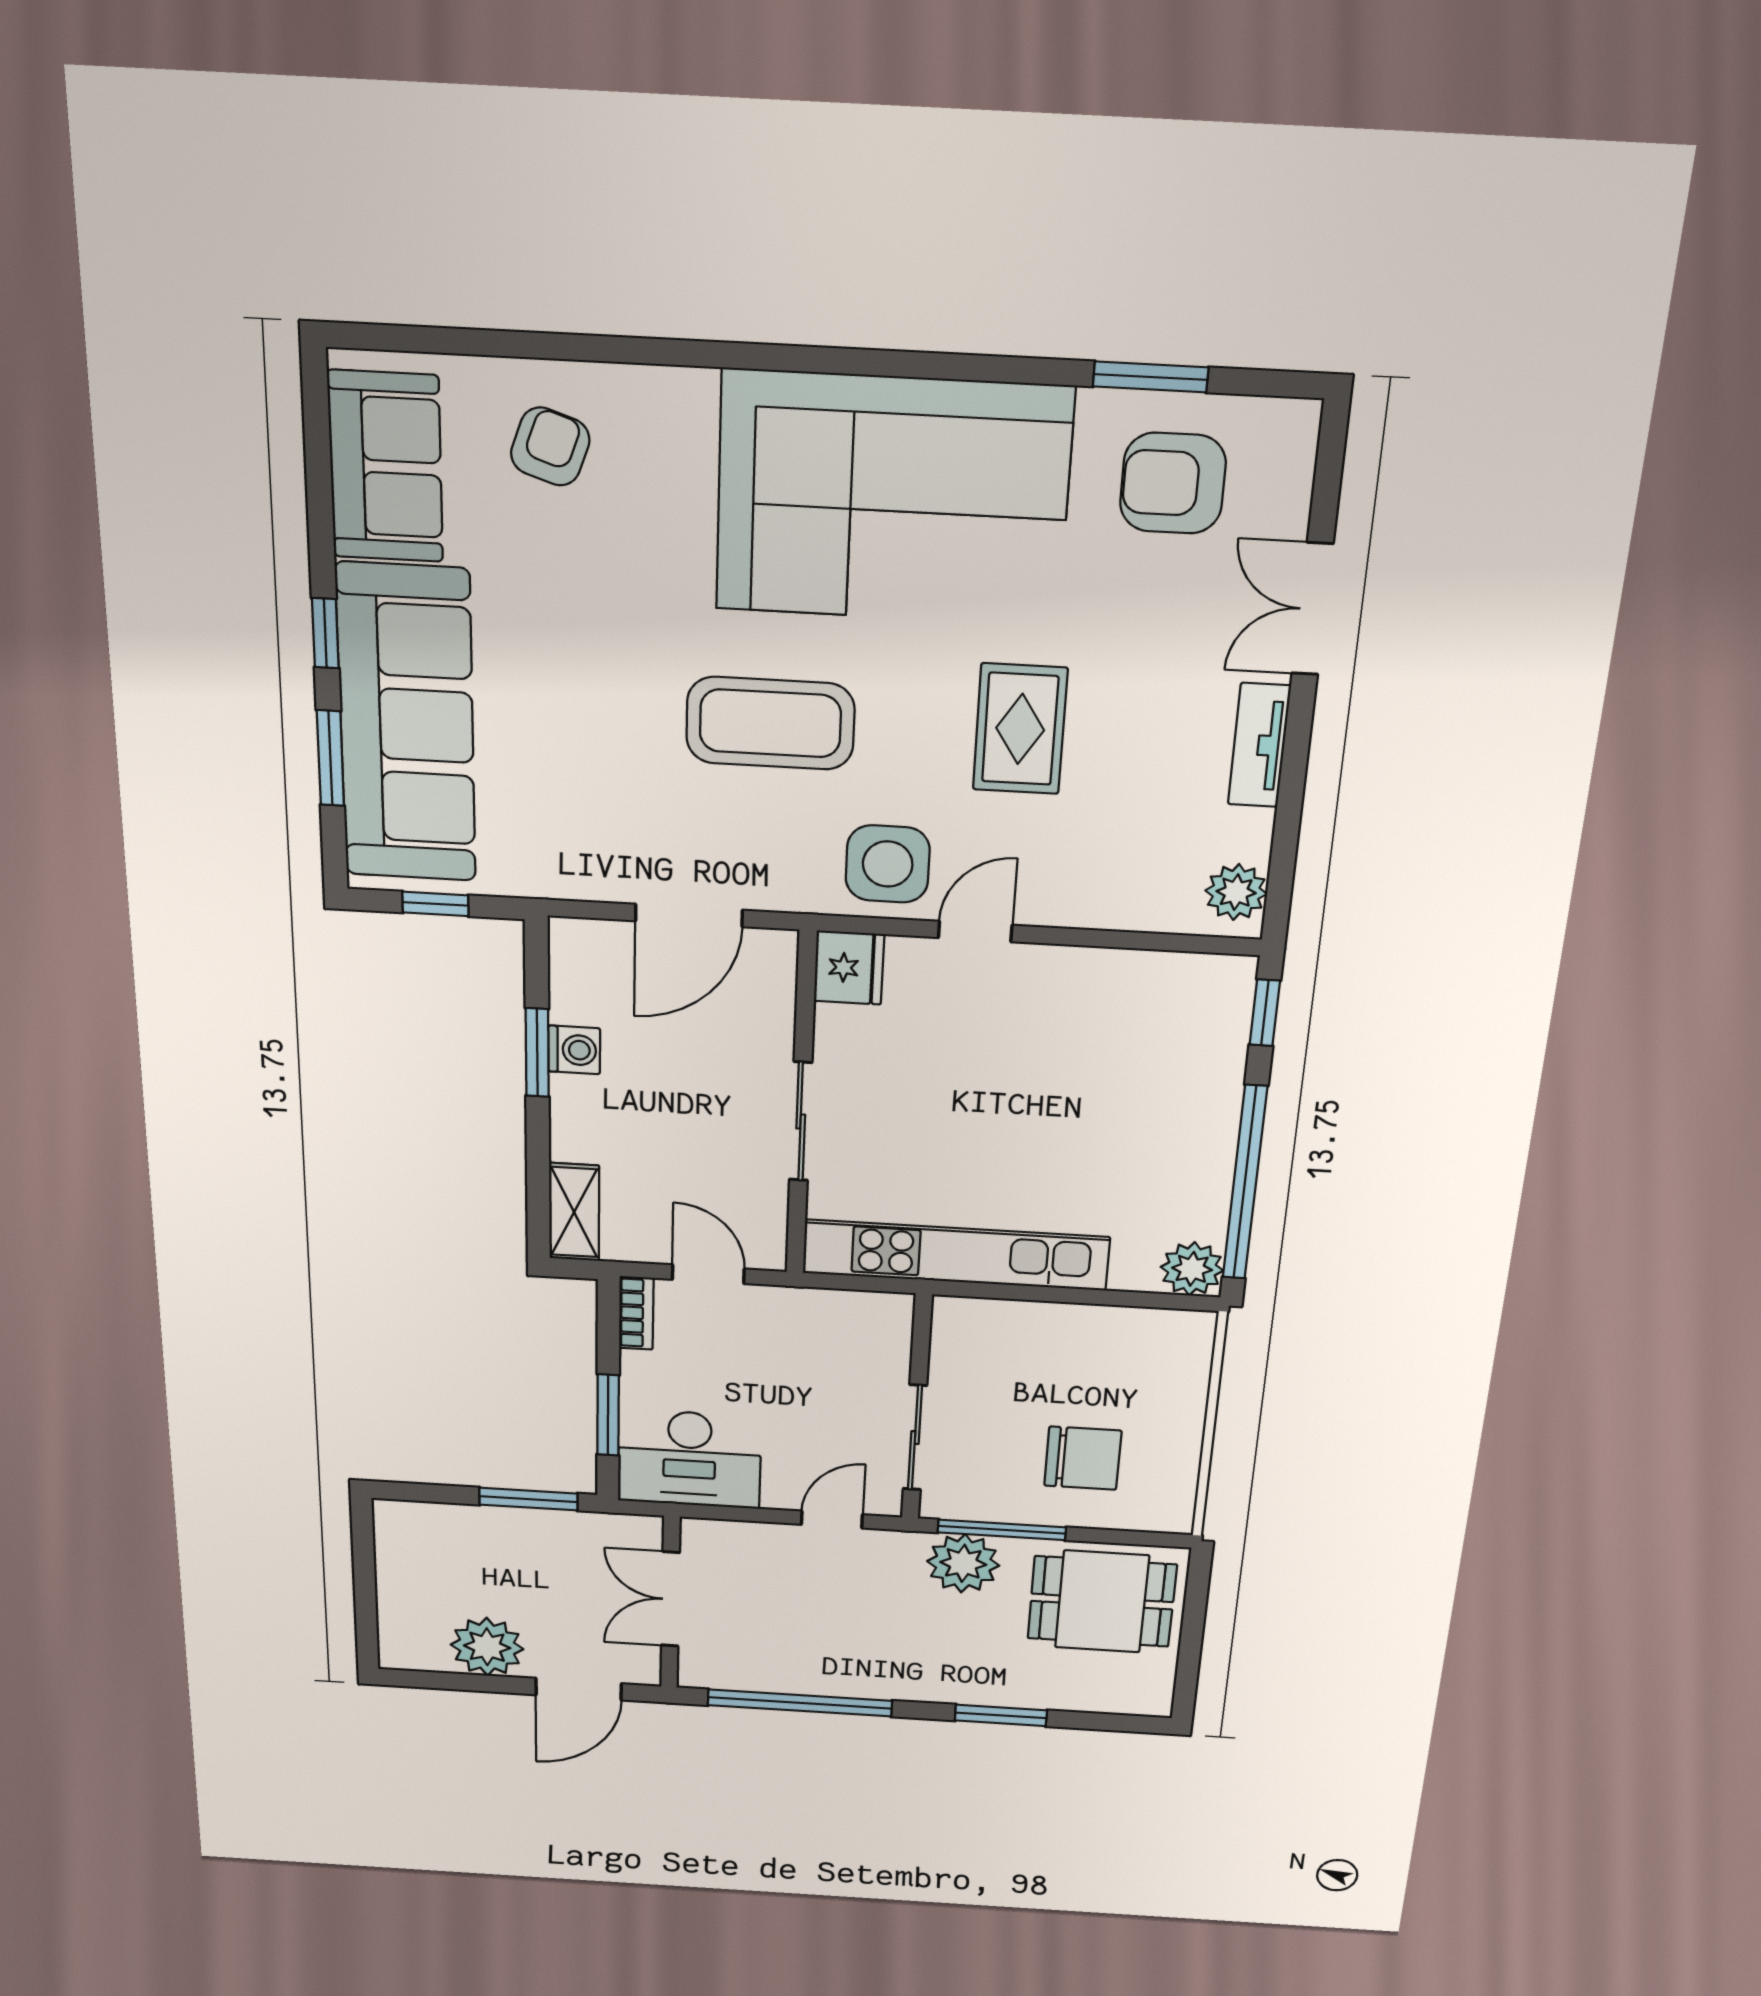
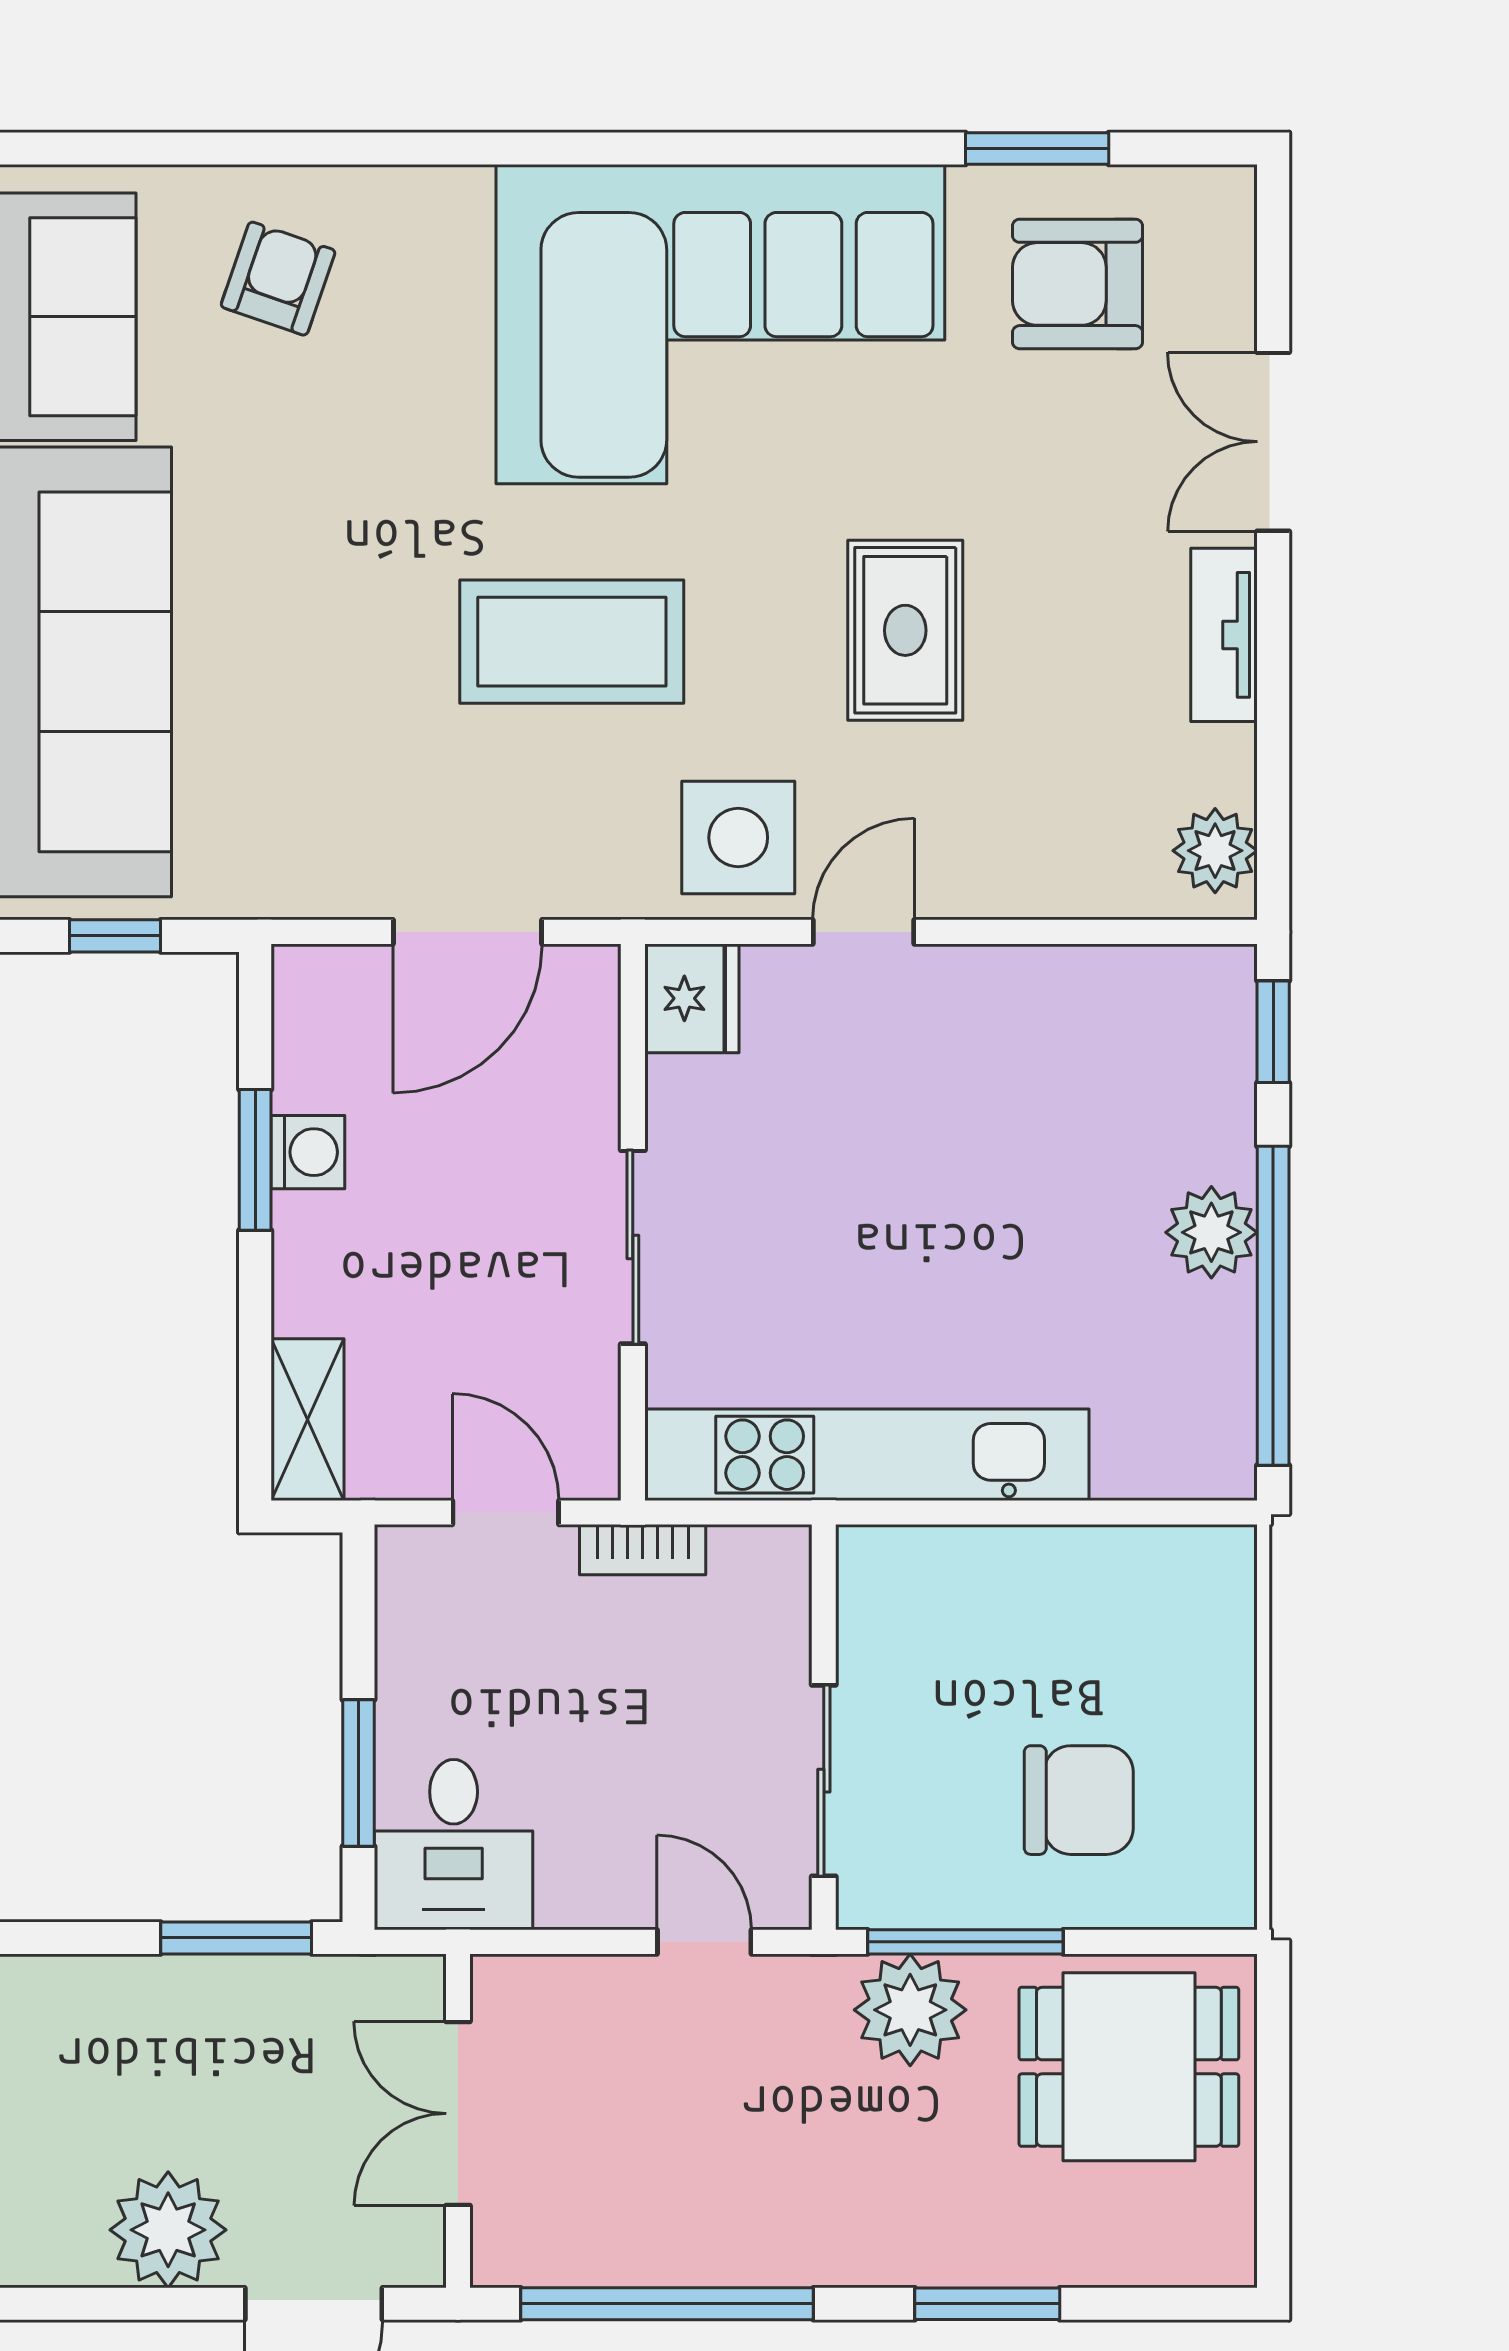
plant: (1192, 1269) -> (1211, 1232), moved
bookcase: (636, 1313) -> (643, 1550), moved, turned 90
desk: (689, 1459) -> (454, 1845), width x0.73
door: (832, 1520) -> (704, 1942), hinge flipped

